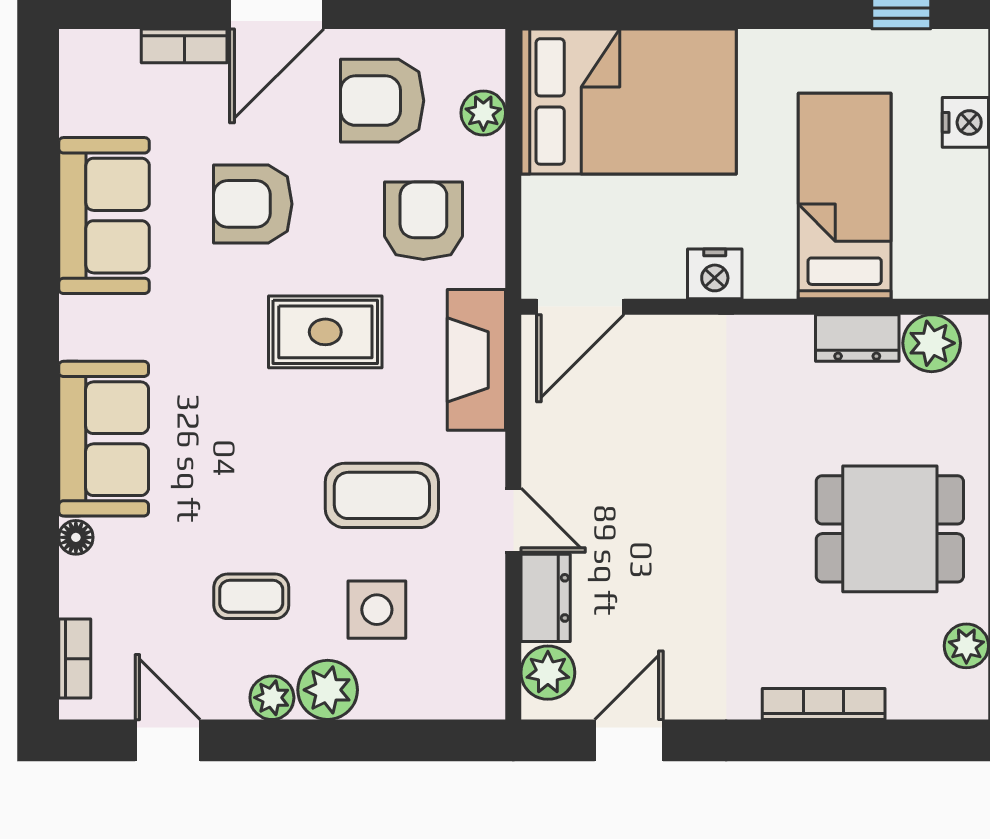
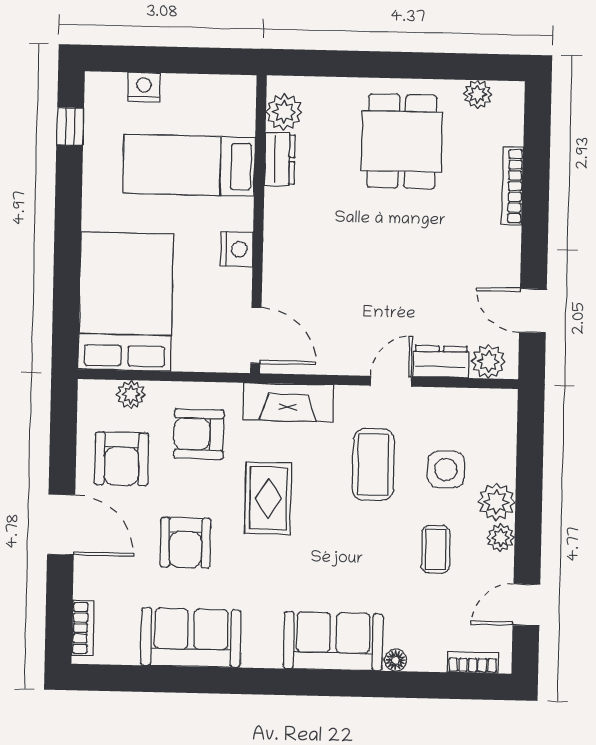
bookcase: (184, 46) -> (83, 628), moved

